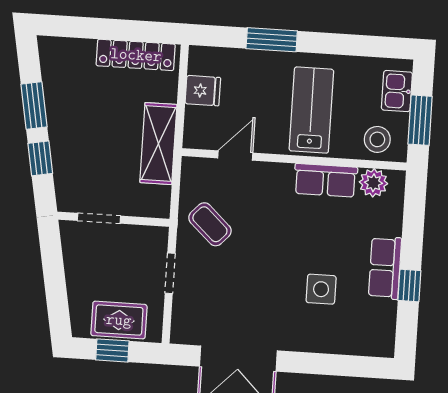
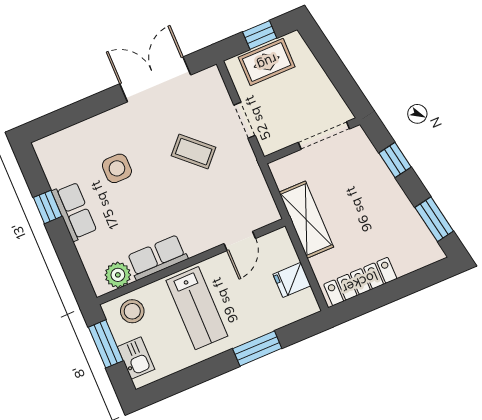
window: (34, 106) -> (434, 219), moved
doorway: (99, 218) -> (324, 136), width x1.38
coffee table: (210, 224) -> (194, 152), moved

